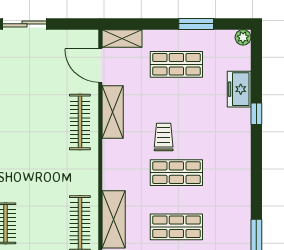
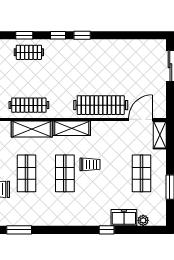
plant: (243, 37) -> (143, 220), moved
shelving: (113, 112) -> (72, 128), moved
clothes rail: (80, 122) -> (101, 105), width x1.37, depth x1.31

